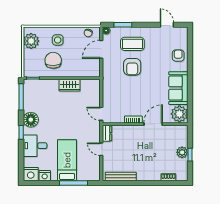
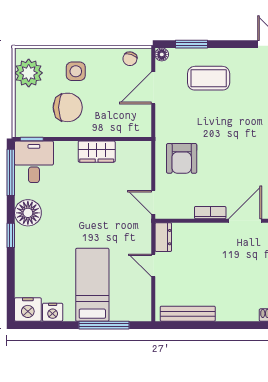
chair: (53, 60) -> (68, 107), turned 91
armchair: (132, 67) -> (182, 158), moved
desk: (35, 146) -> (34, 162), moved, turned 90

